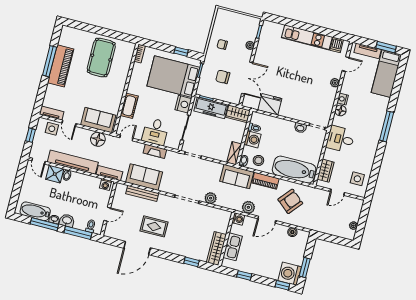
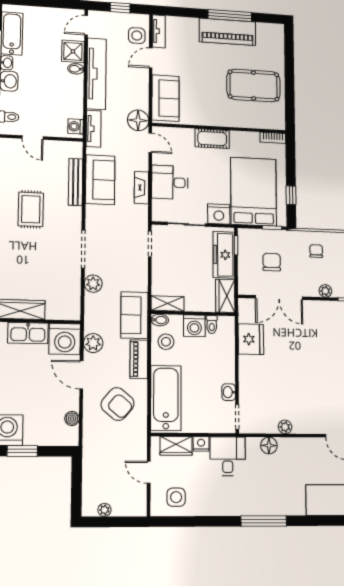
plant: (335, 83) -> (285, 427), moved
nightstand: (343, 99) -> (201, 444), moved
cot: (129, 106) -> (212, 139), moved
floor lamp: (98, 139) -> (138, 120), moved
washing machine: (238, 219) -> (65, 339), width x1.89, depth x1.89

